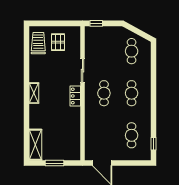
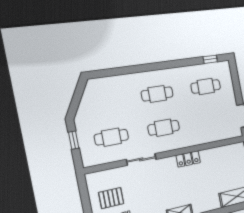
window: (96, 23) -> (74, 140), moved
cafe table: (132, 51) -> (111, 137), moved
locker: (75, 96) -> (188, 159), moved

